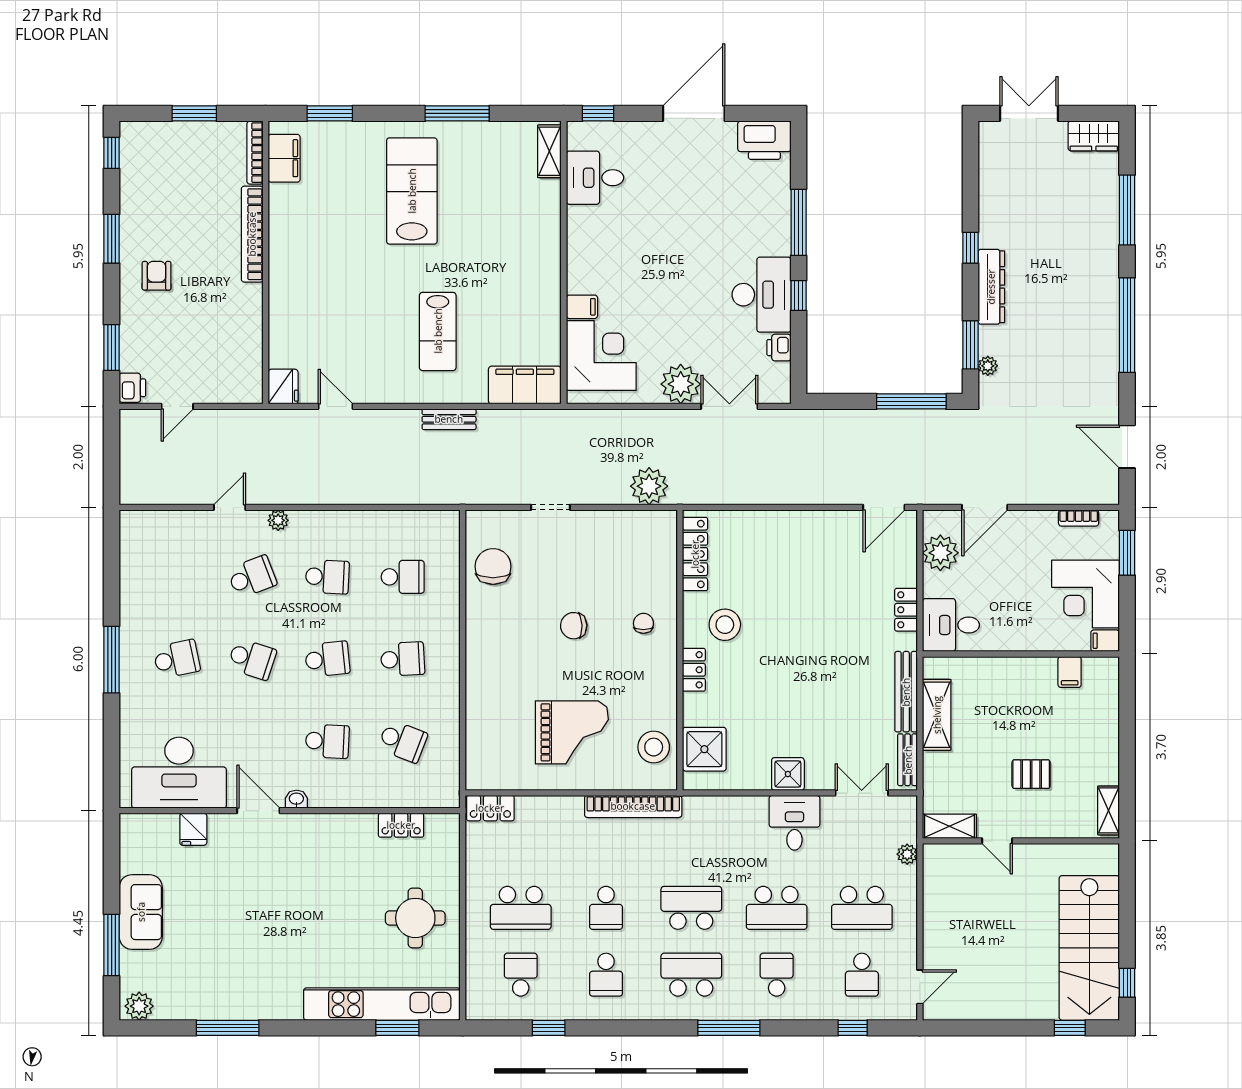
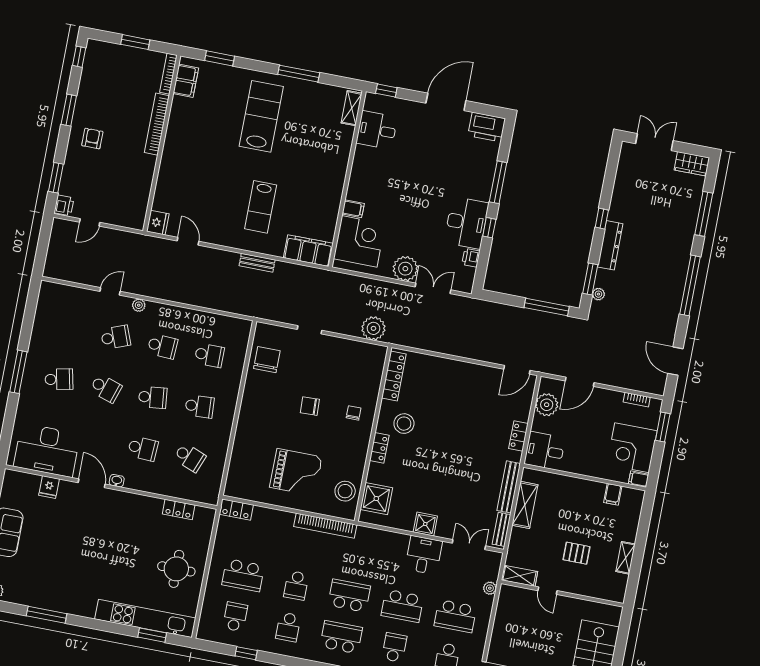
shelving: (1109, 810) -> (626, 558), moved

